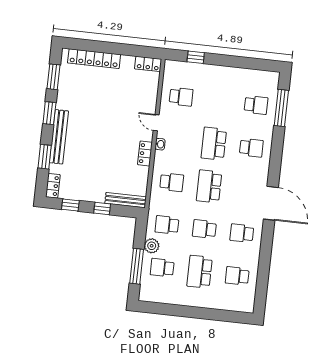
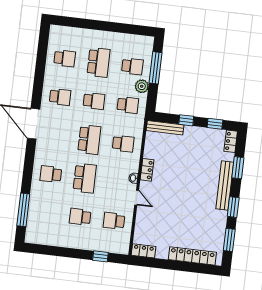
school desk: (256, 105) -> (80, 217), moved
school desk: (172, 182) -> (123, 144), turned 180

